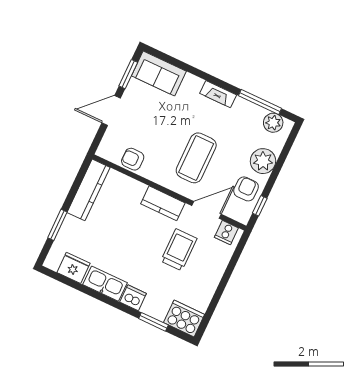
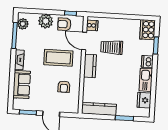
sofa: (159, 74) -> (22, 84), moved
armchair: (133, 159) -> (64, 87), moved

